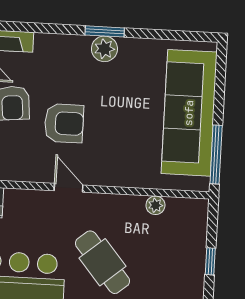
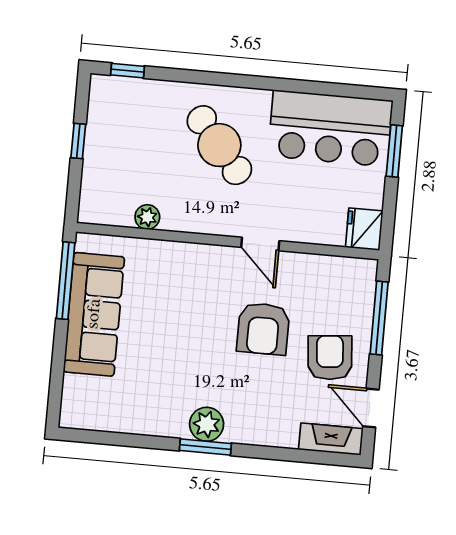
sofa: (189, 113) -> (94, 314), width x0.74, depth x0.79
armchair: (64, 123) -> (263, 329), turned -90

